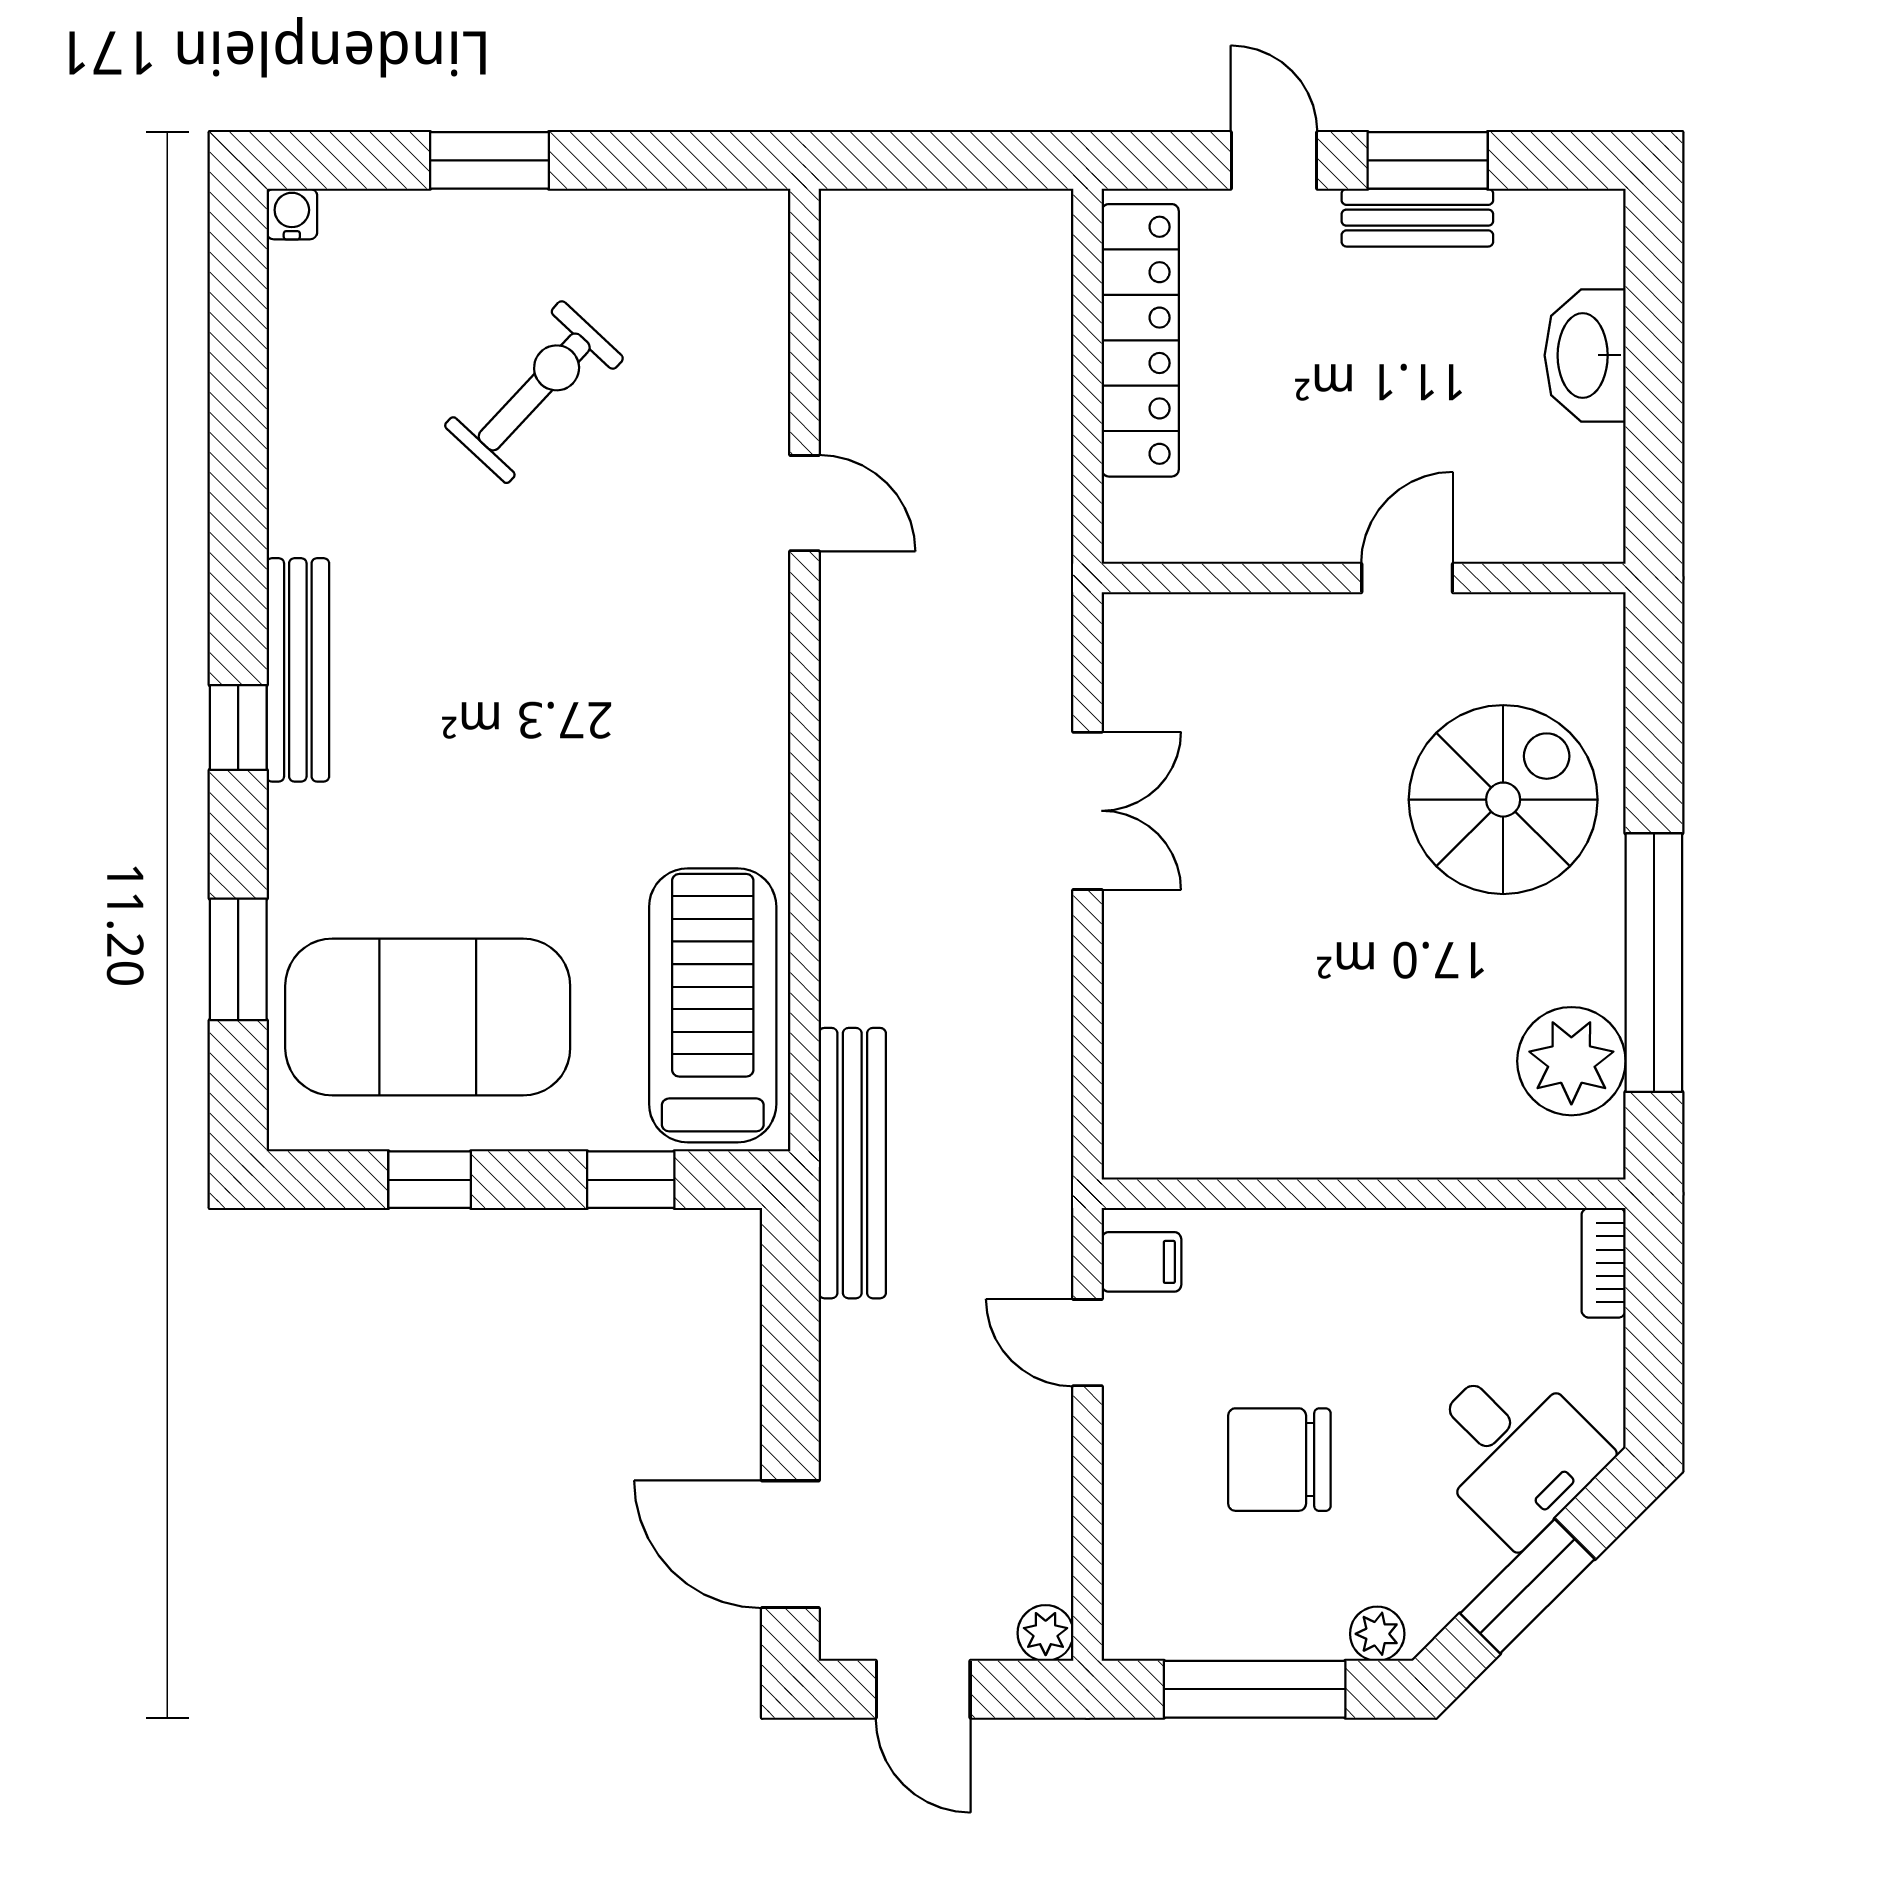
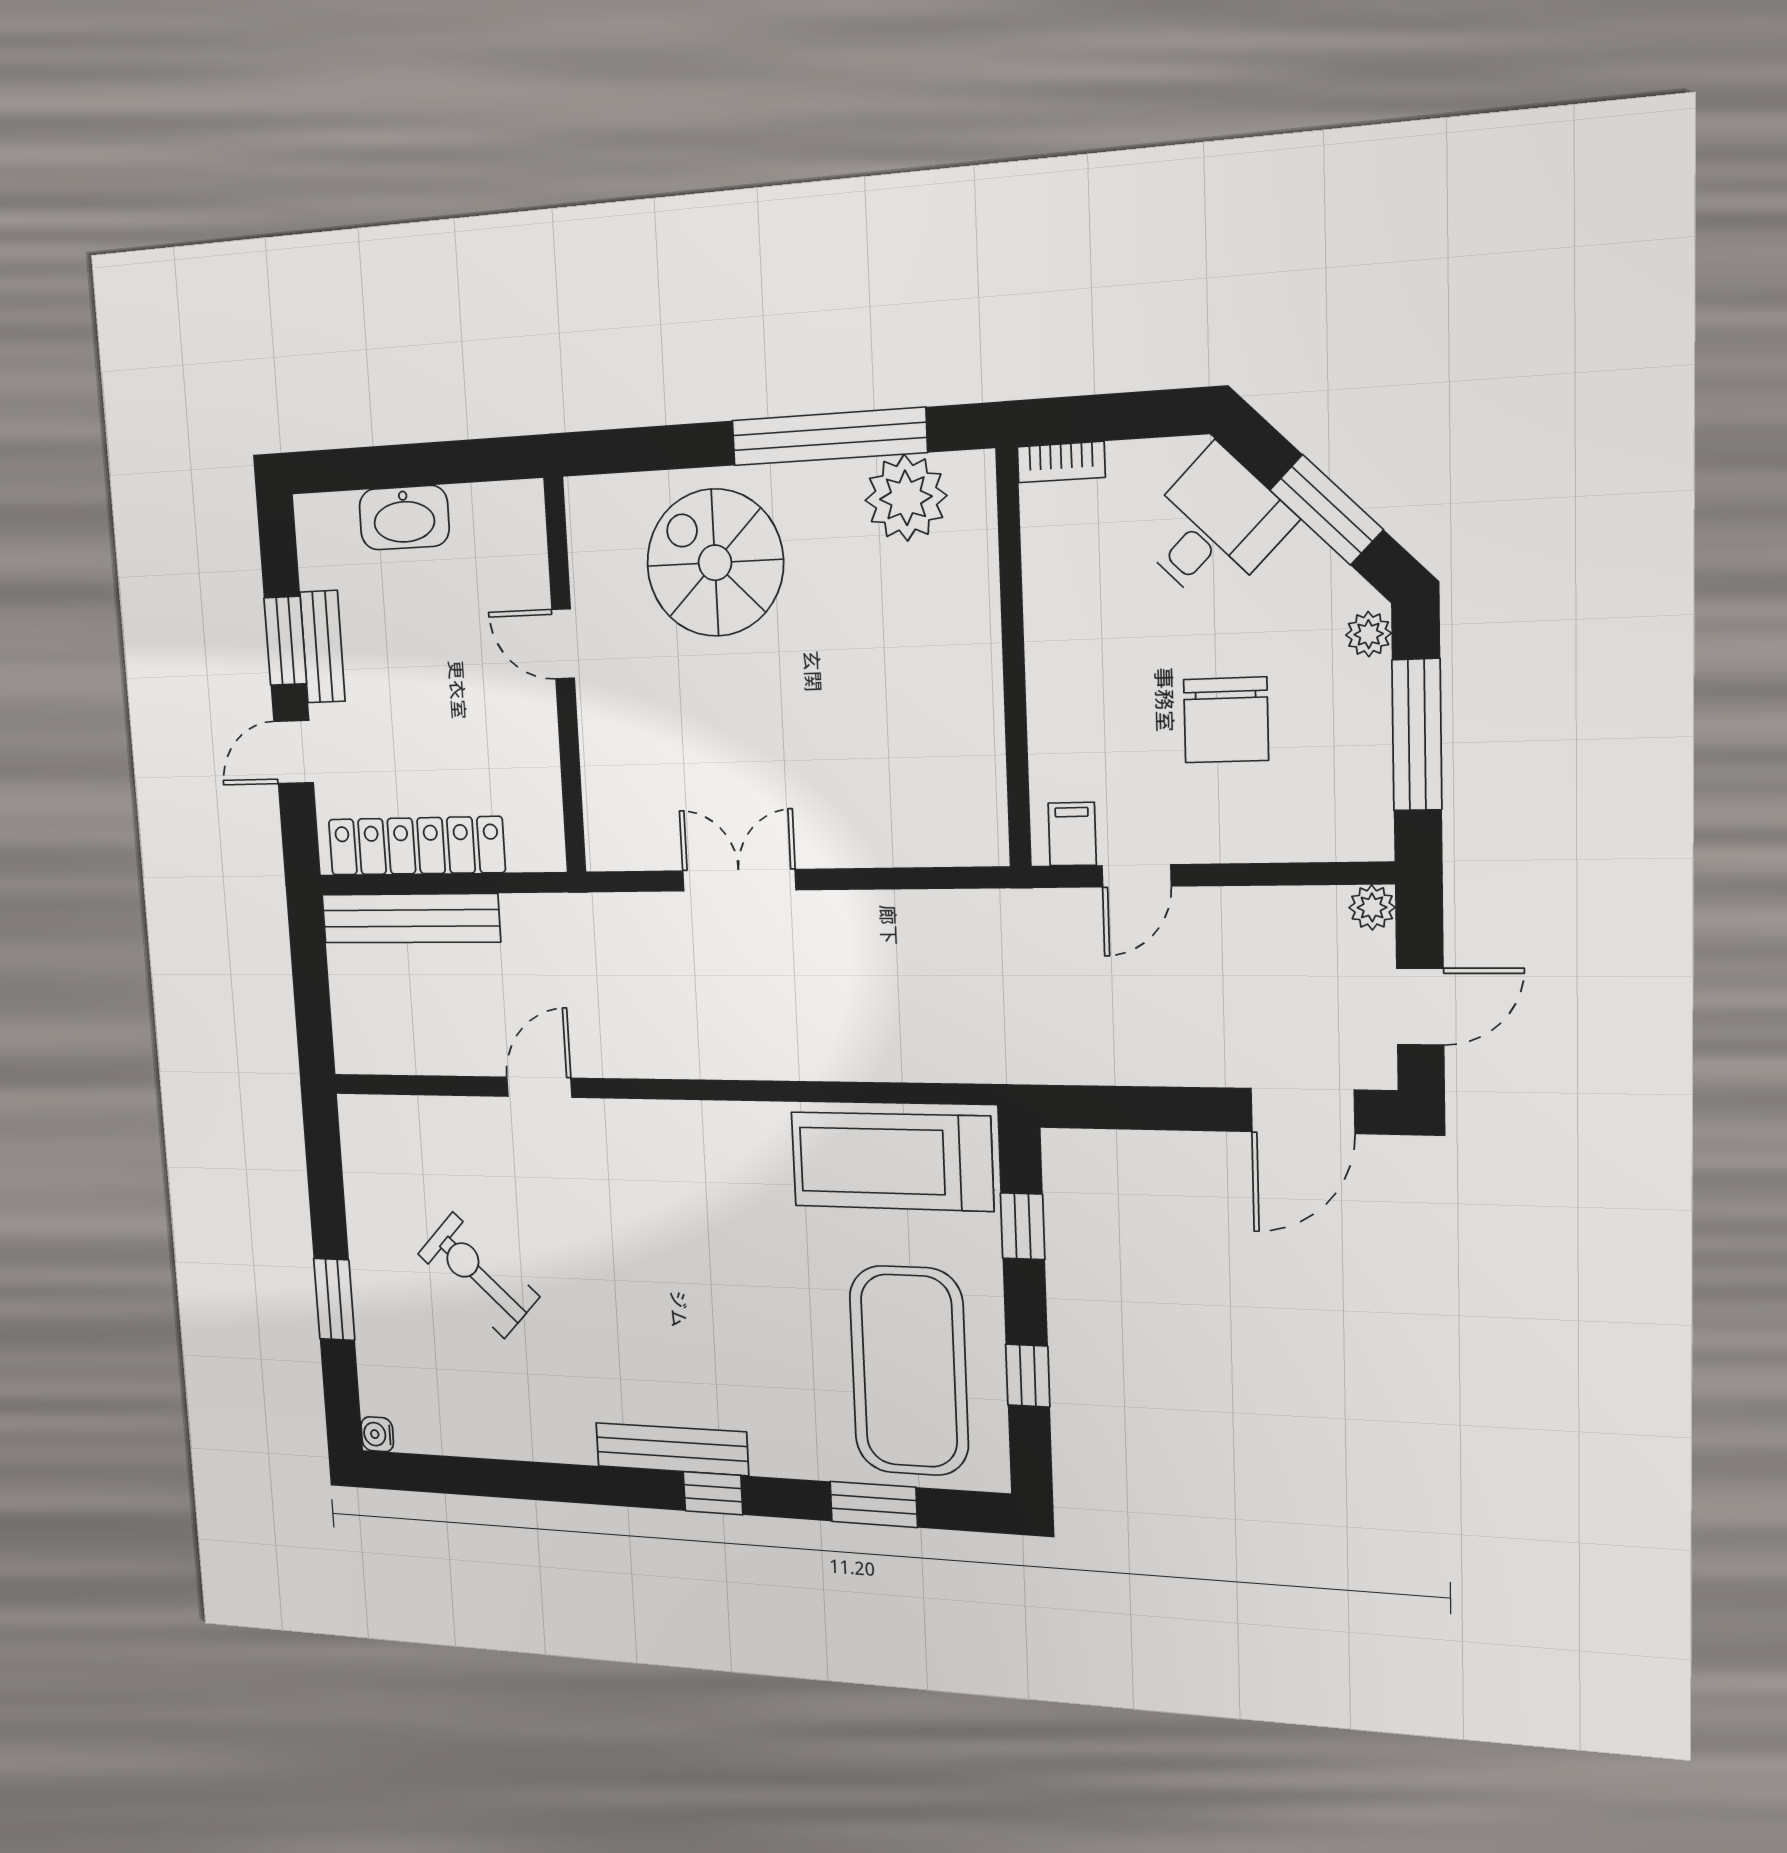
bench: (852, 1163) -> (411, 918), moved

